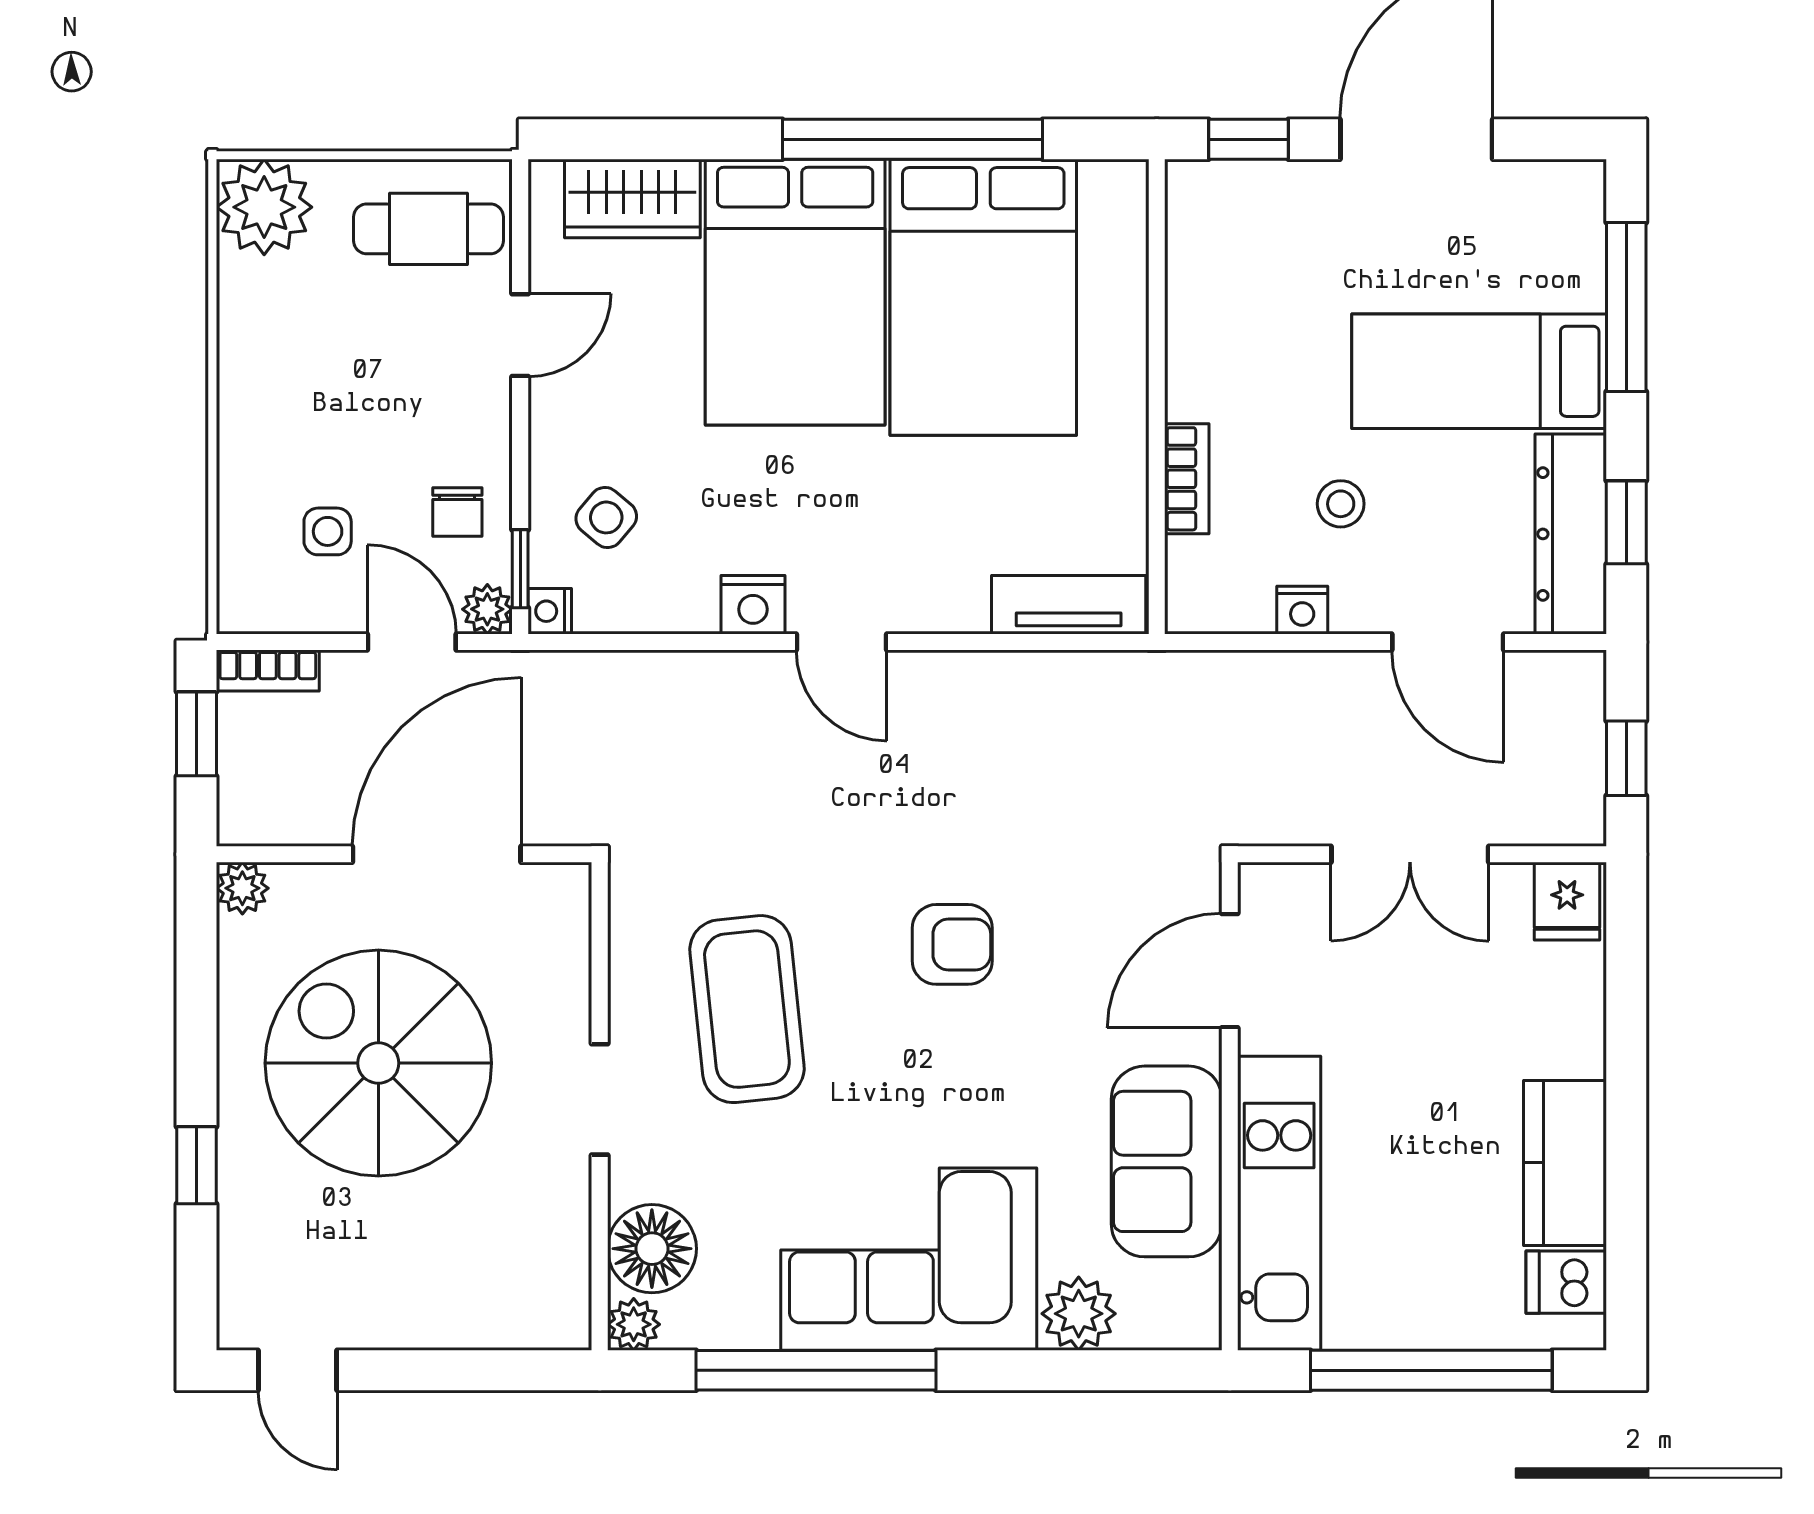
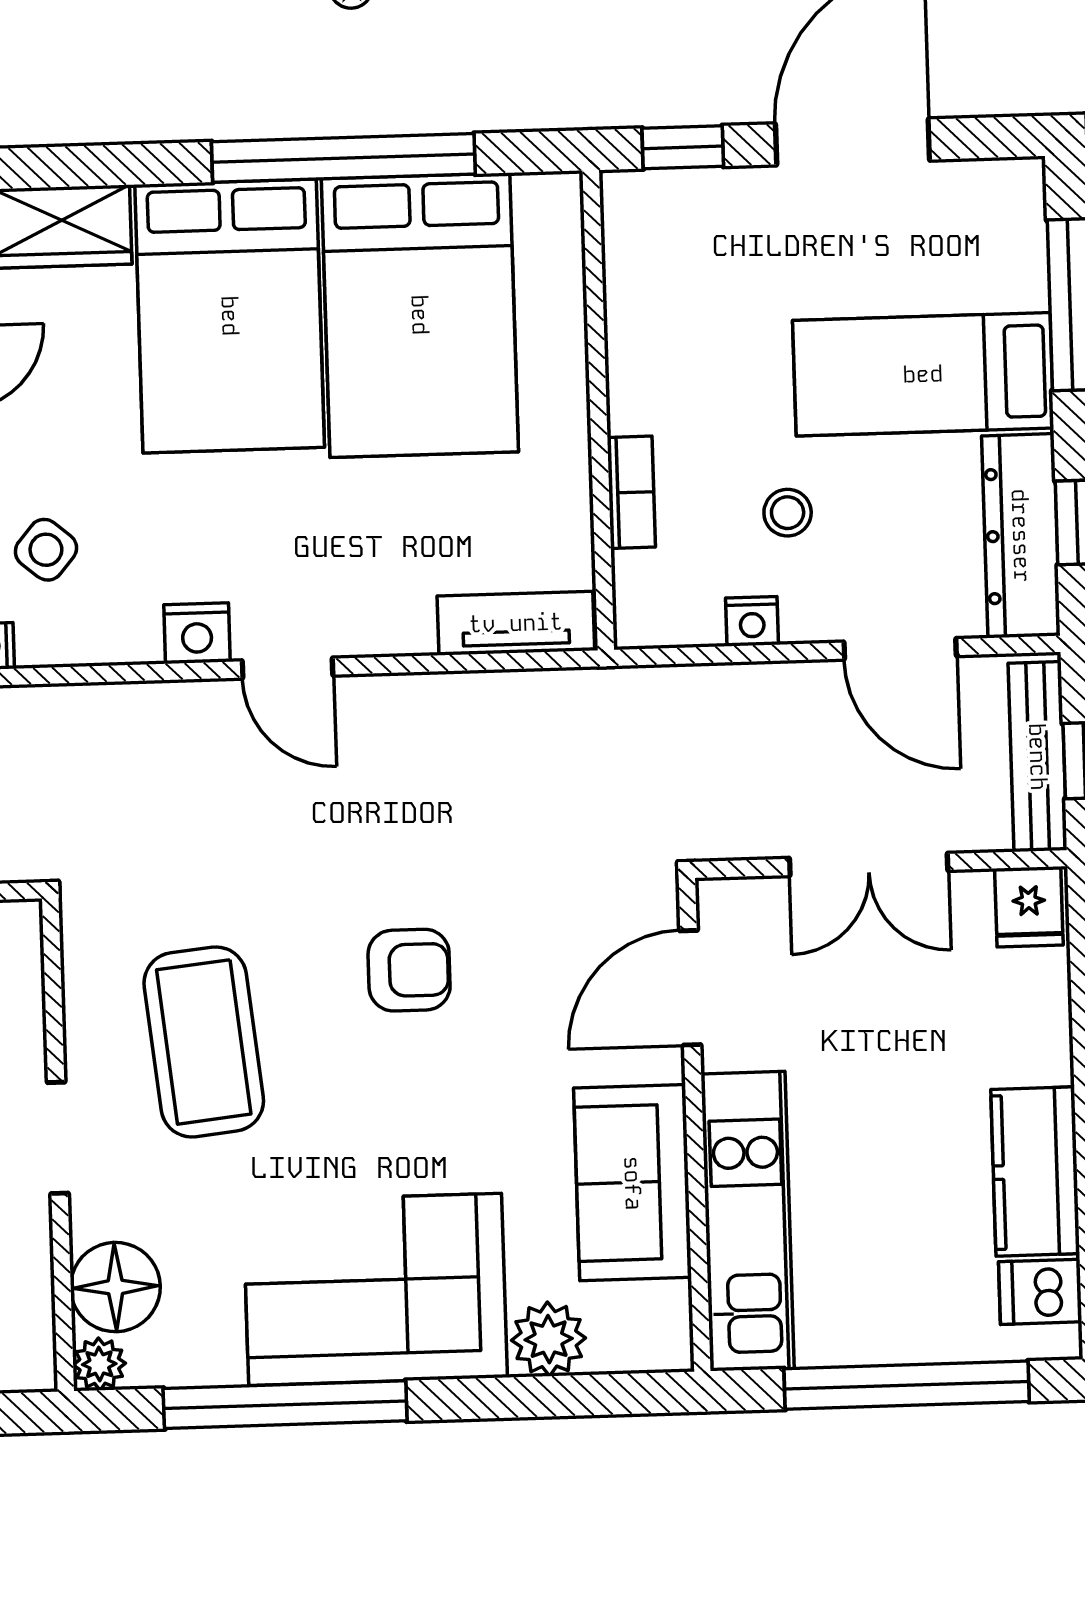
bench: (1580, 753) -> (1038, 757), added

